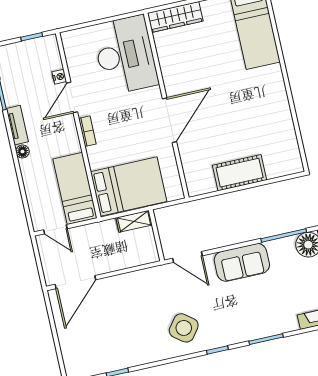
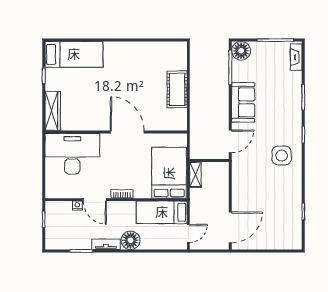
floor lamp: (23, 152) -> (131, 240), width x1.89, depth x1.89
door: (75, 282) -> (230, 227), hinge flipped
side table: (184, 328) -> (282, 156), turned -37

